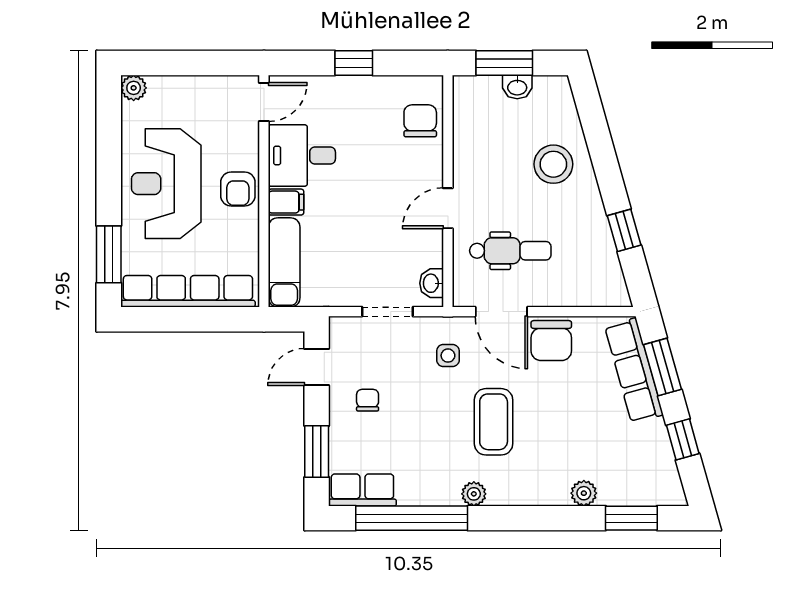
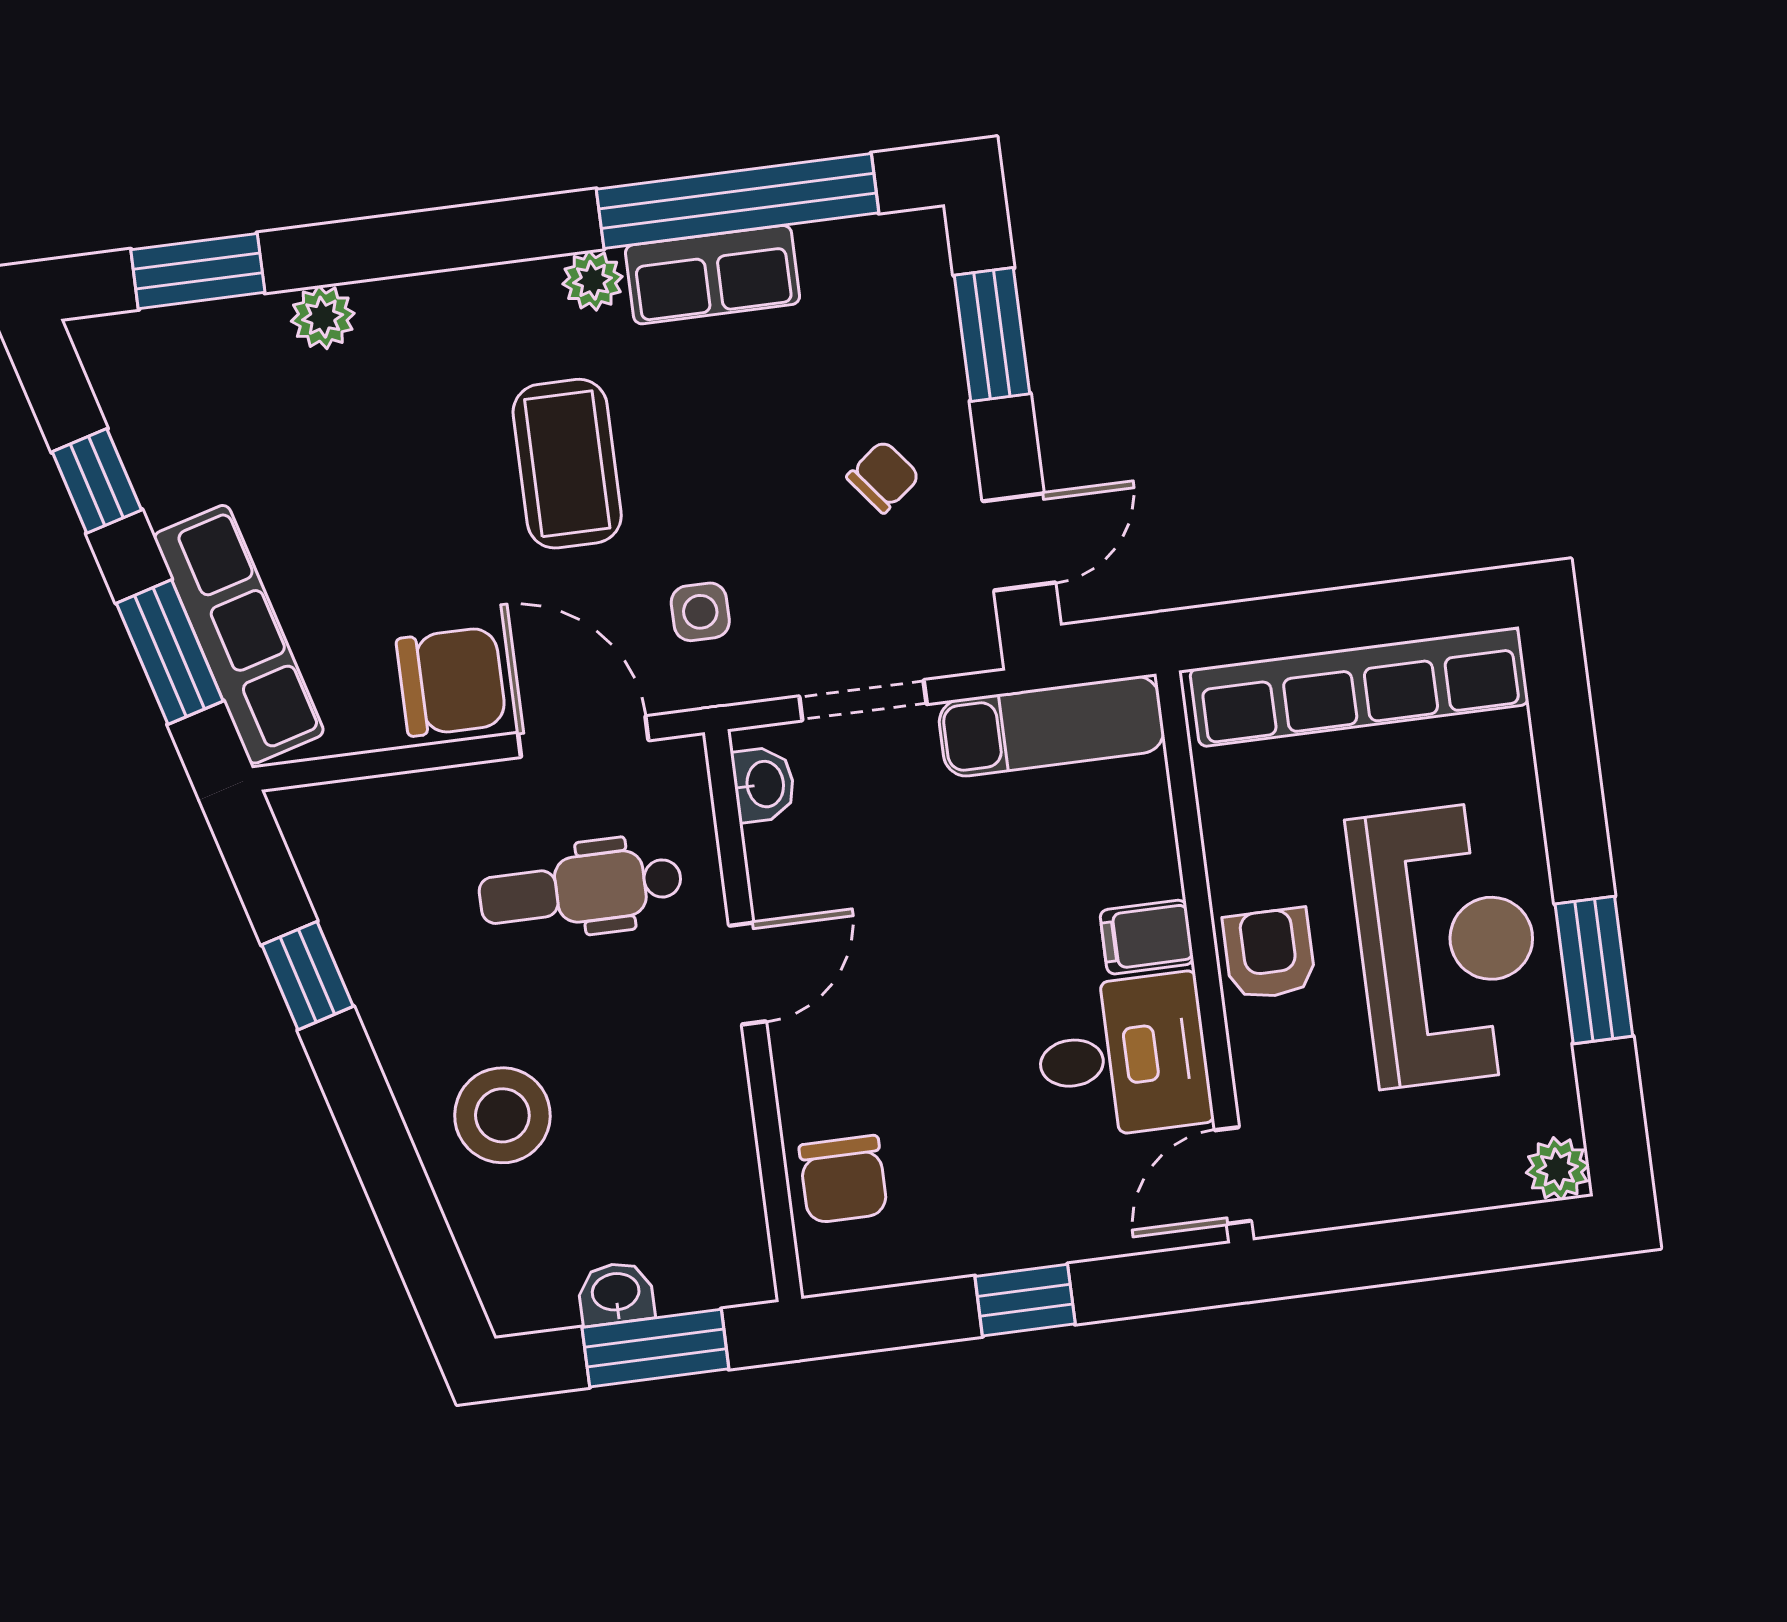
window: (109, 254) -> (1594, 970), moved
exam couch: (284, 262) -> (1052, 726), moved, turned -90
chair: (551, 341) -> (451, 682), turned 90
chair: (368, 400) -> (883, 477), turned -128
row of seats: (362, 490) -> (713, 275), moved

